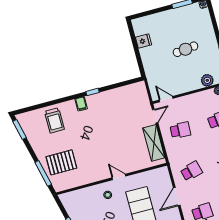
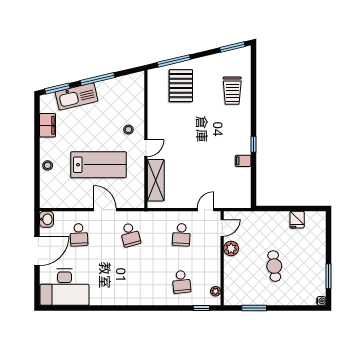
plant: (207, 80) -> (231, 248), moved
filing cabinet: (81, 104) -> (243, 161), moved
door: (155, 116) -> (206, 210), swing flipped
trolley: (54, 120) -> (232, 91), turned -90
shelving: (154, 143) -> (156, 180), moved, turned 90

